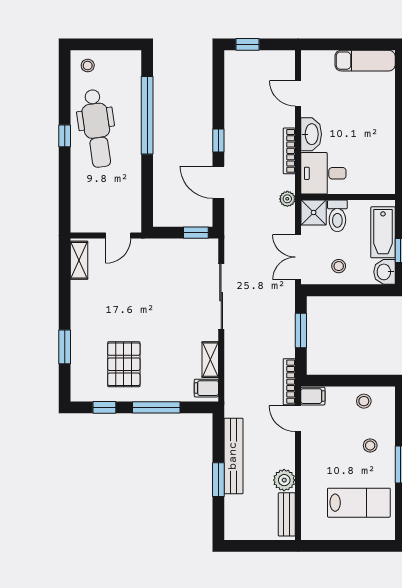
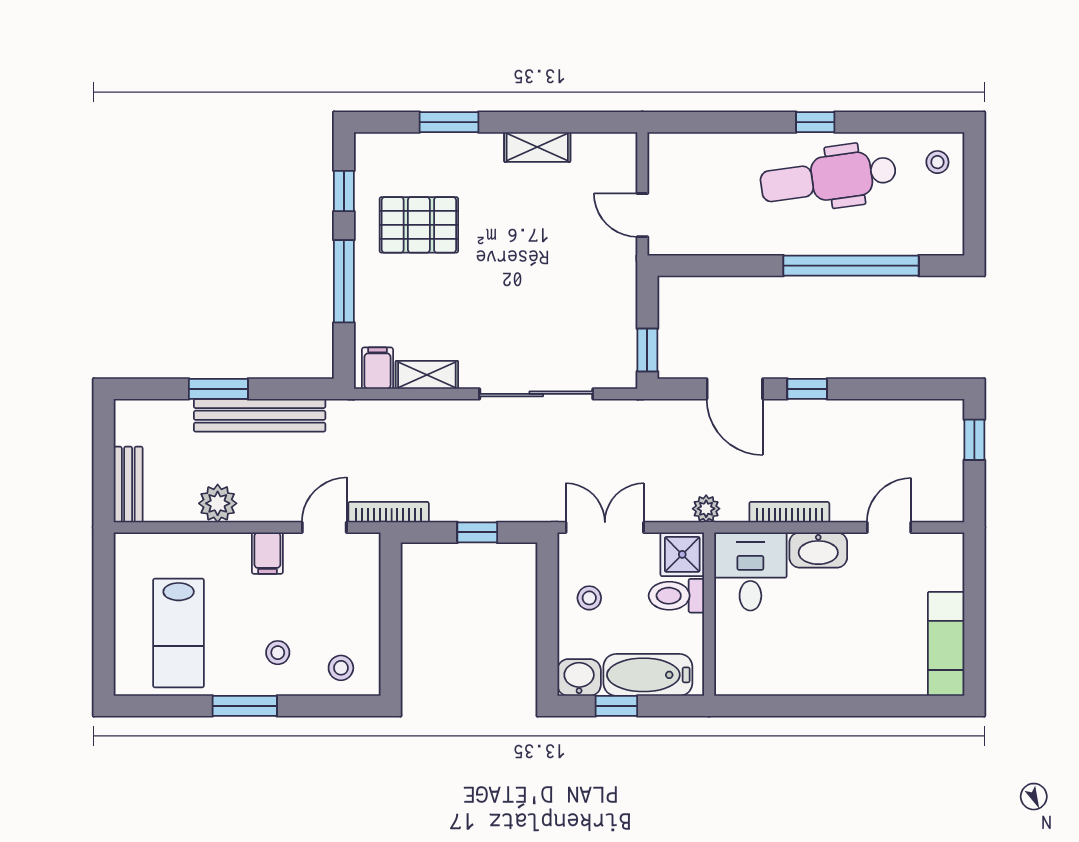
door: (218, 182) -> (735, 389), swing flipped
shelving: (79, 260) -> (537, 147), moved
window: (301, 331) -> (477, 532), width x0.67
filing cabinet: (313, 396) -> (267, 553), moved
stool: (364, 401) -> (341, 668), moved
bench: (287, 514) -> (128, 484), moved, turned 90

